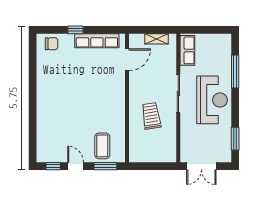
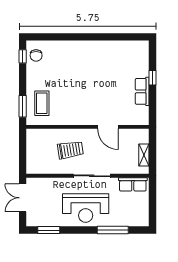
row of seats: (97, 41) -> (142, 91), width x0.68
chair: (52, 44) -> (36, 55), moved
door: (127, 60) -> (108, 127), moved
coffee table: (102, 146) -> (42, 103), turned 90
door: (76, 166) -> (23, 78), removed

